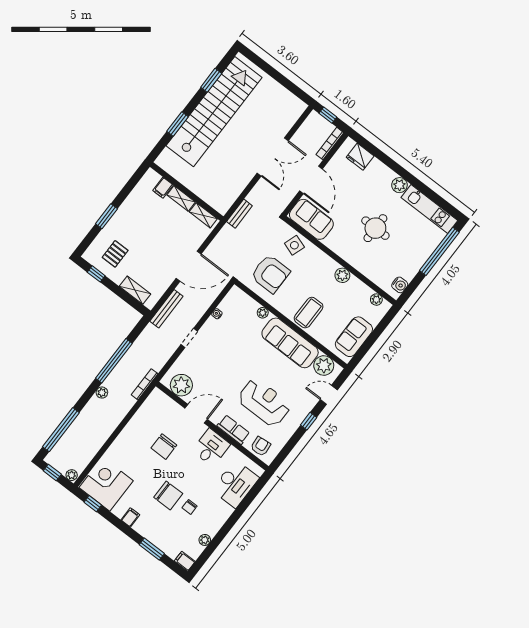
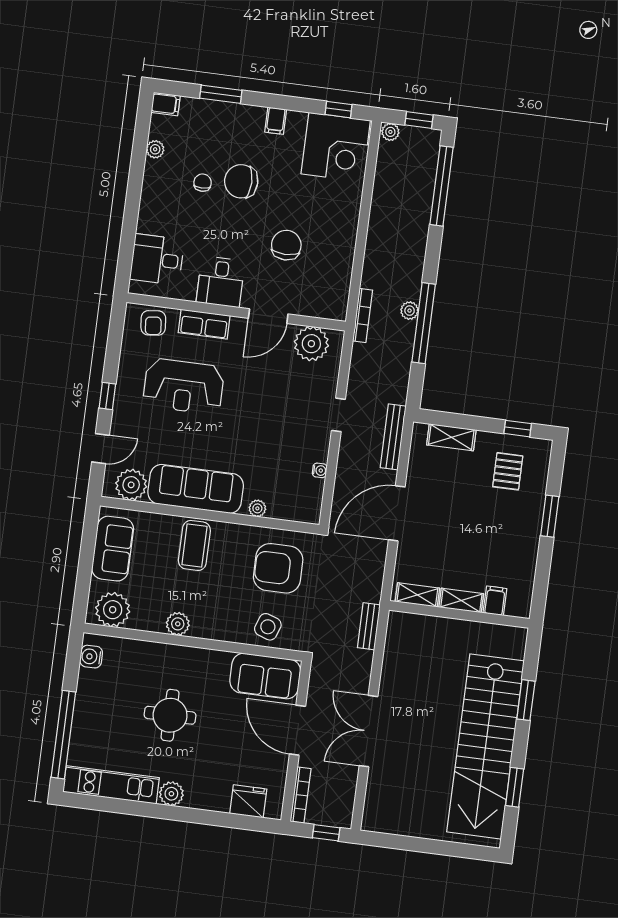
plant: (376, 300) -> (113, 610), width x1.87, depth x1.87
plant: (102, 393) -> (410, 311), moved
desk: (235, 484) -> (157, 260), width x0.73

